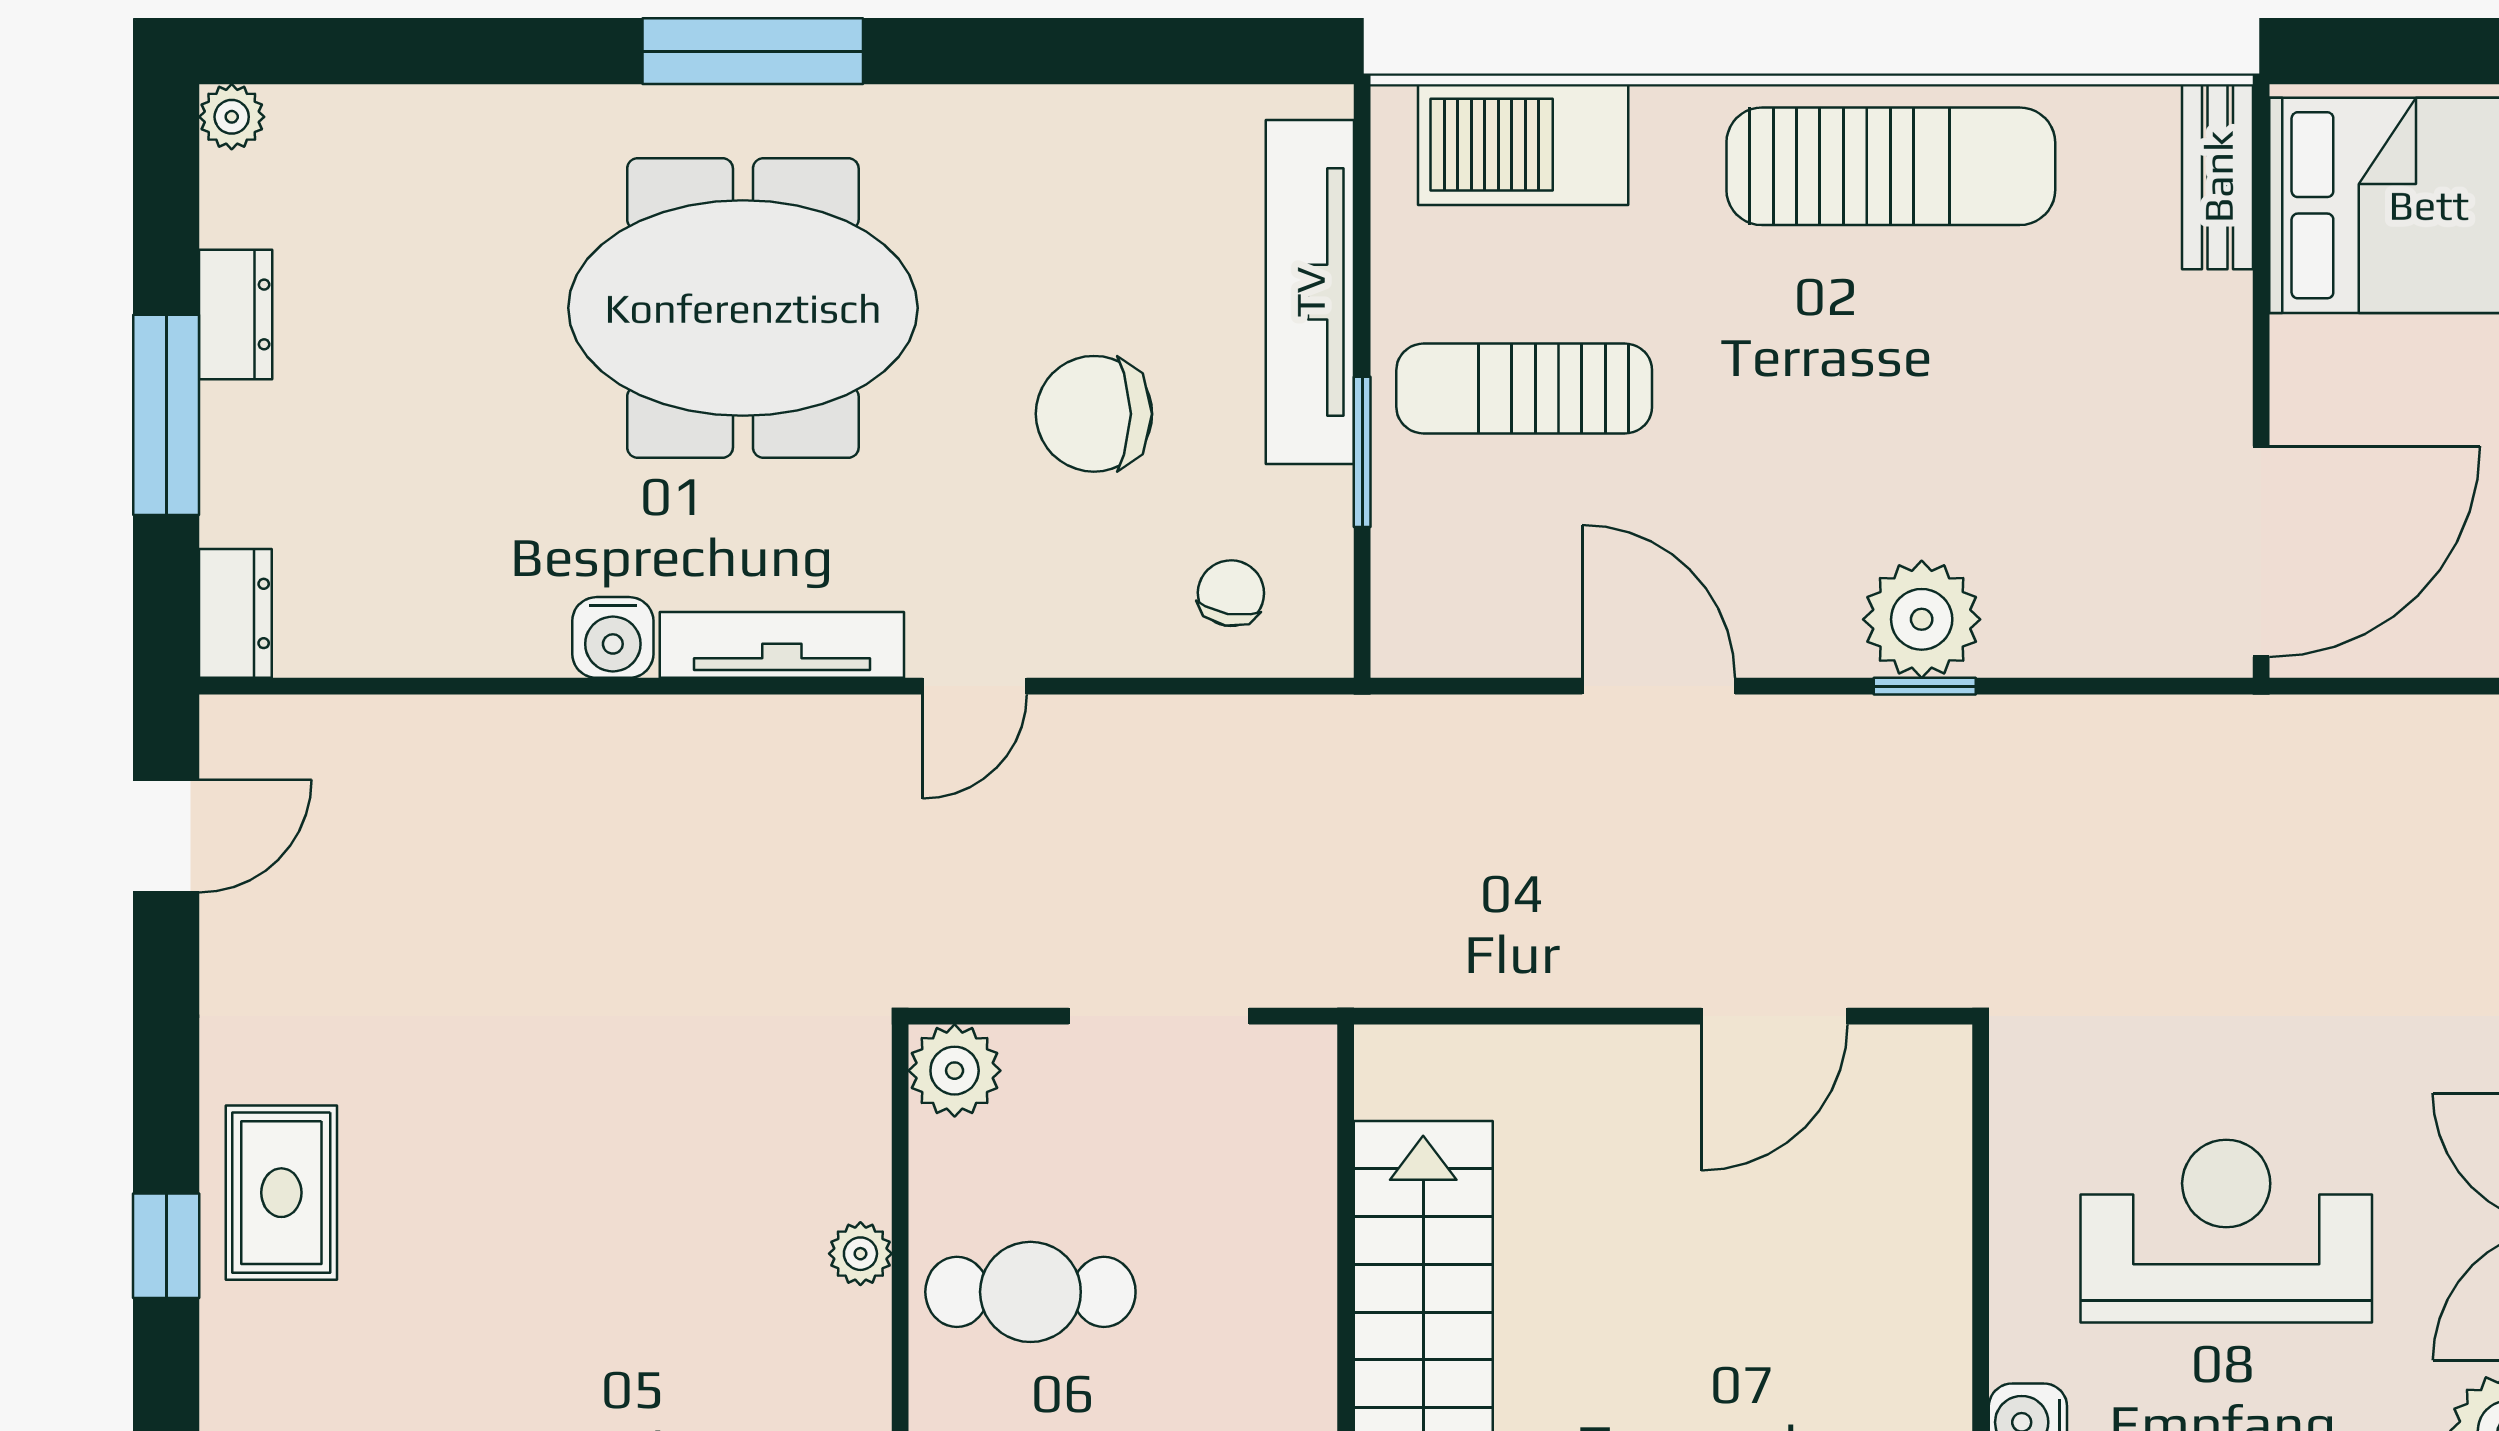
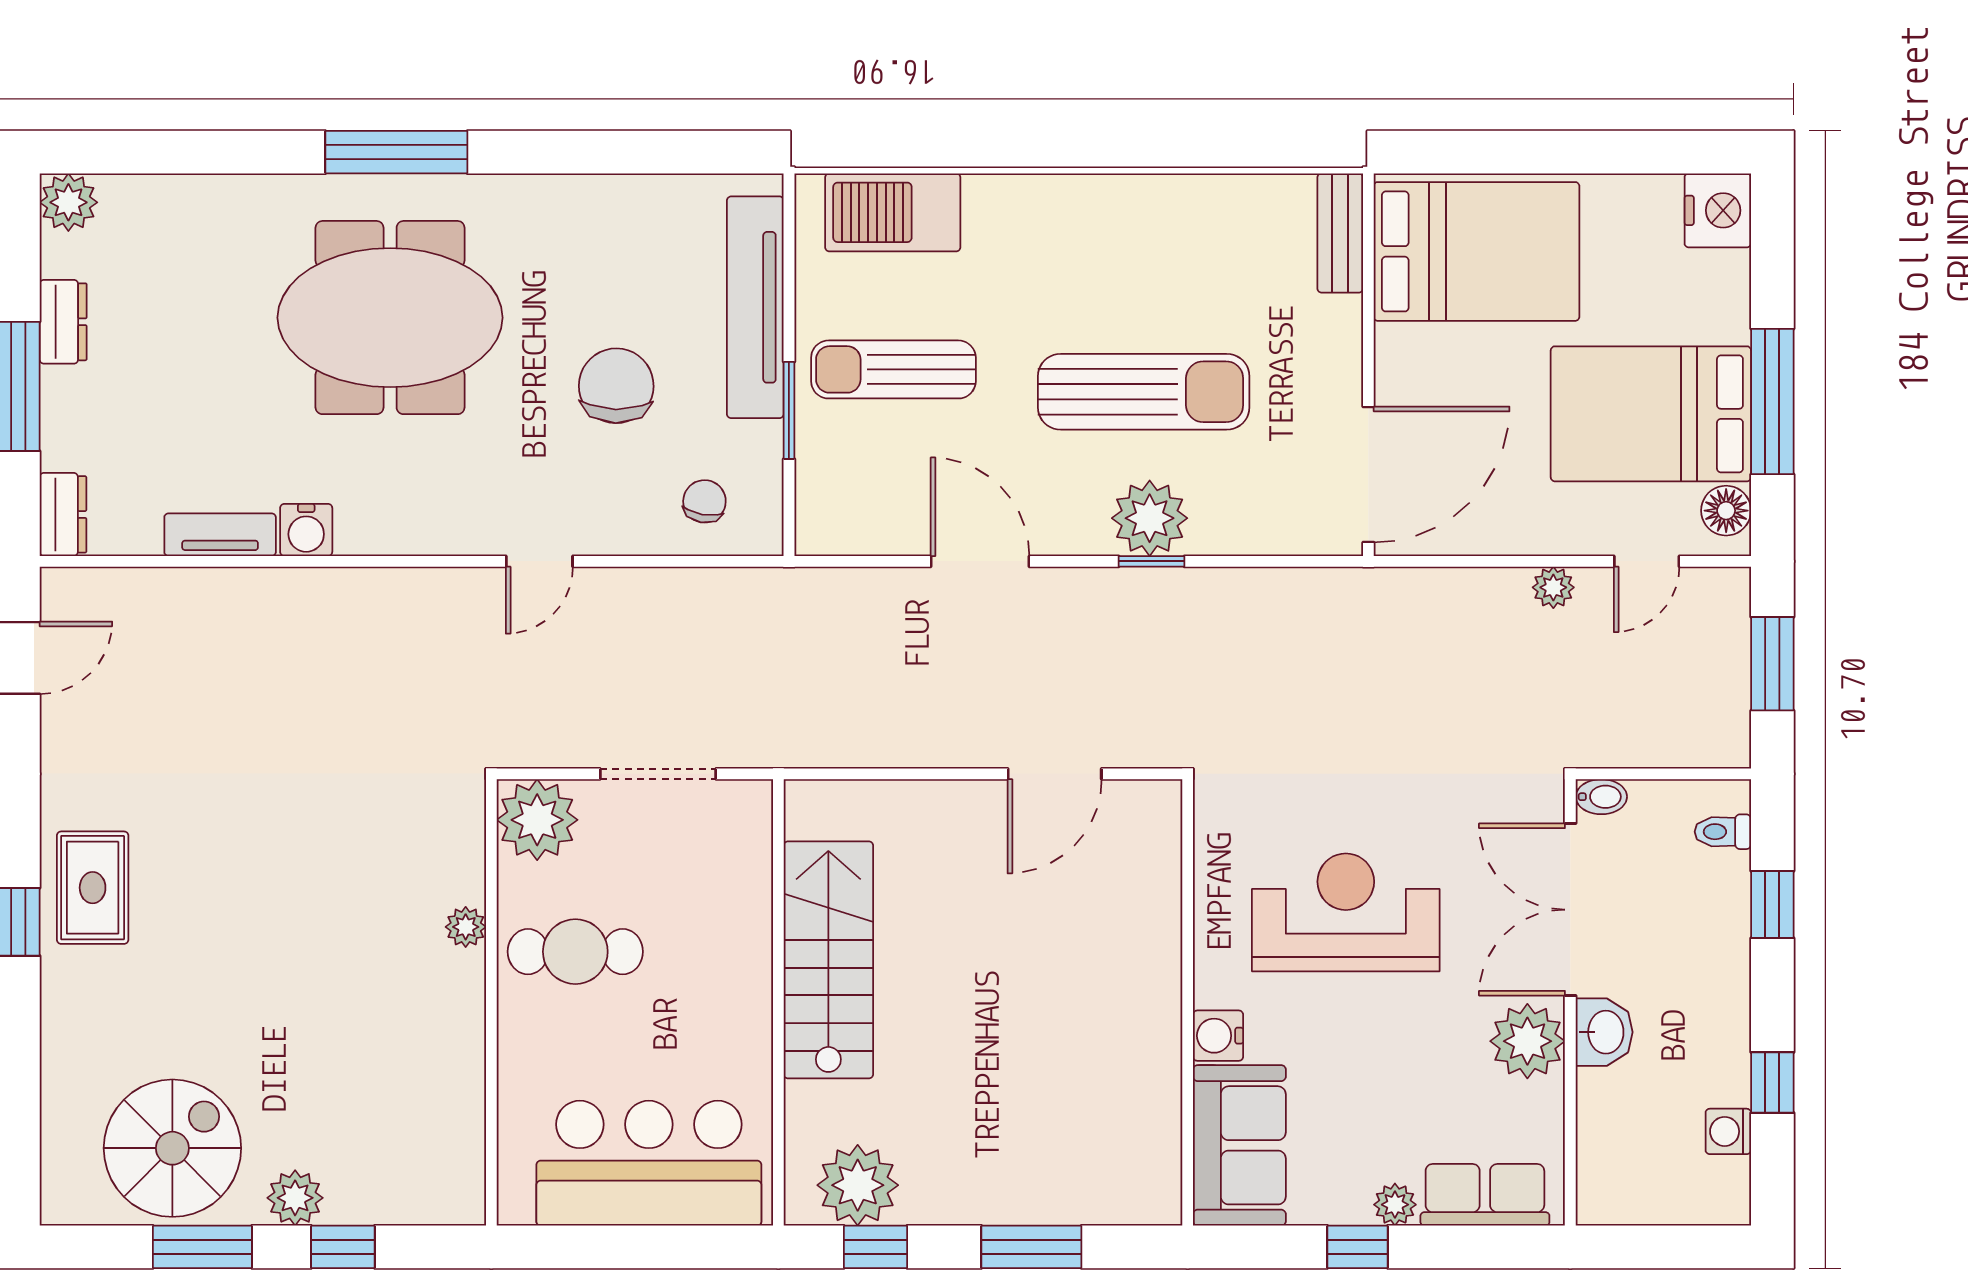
plant: (232, 117) -> (68, 202), width x1.38, depth x1.38
sun lounger: (1891, 166) -> (1144, 392), moved
chair: (1094, 414) -> (616, 386), turned 91
tv unit: (782, 645) -> (220, 535), moved, width x0.71
plant: (955, 1071) -> (537, 820), width x1.36, depth x1.36

